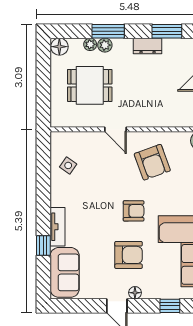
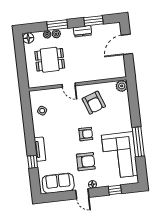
sofa: (65, 272) -> (58, 183), moved, turned -90

